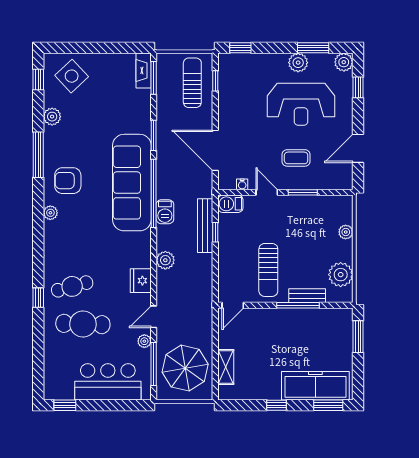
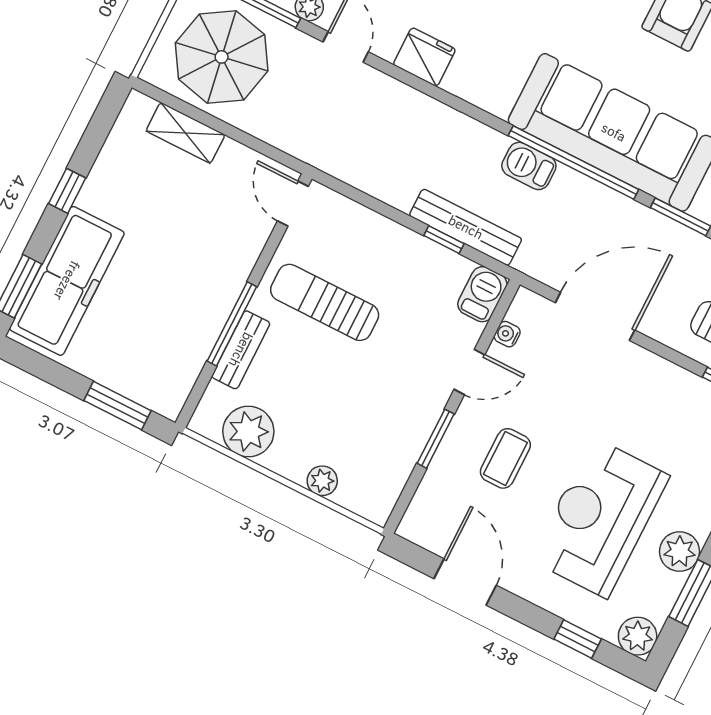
plant: (165, 260) -> (439, 121), removed

